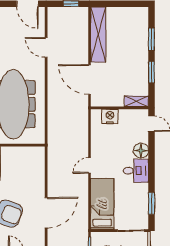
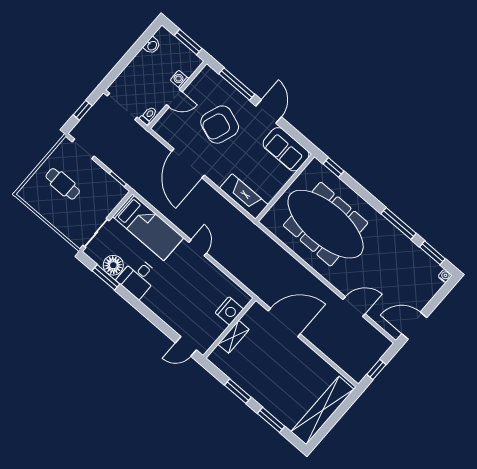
shelving: (98, 34) -> (323, 410), moved, turned 90
shelving: (136, 101) -> (234, 337), moved
floor lamp: (141, 151) -> (113, 265), moved
fireplace: (38, 164) -> (244, 196), added
desk: (136, 171) -> (138, 278), moved

